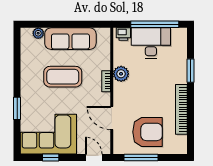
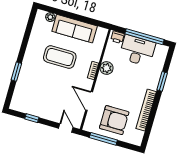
corner sofa: (48, 134) -> (35, 99), removed

